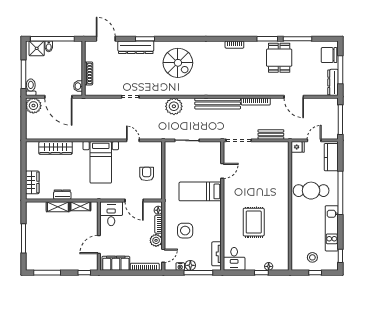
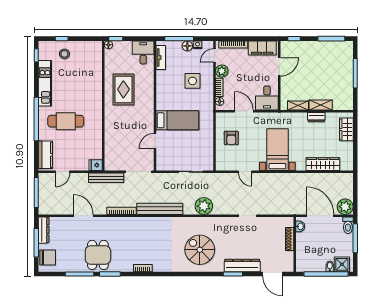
bench: (271, 134) -> (106, 178), width x1.36
fridge: (298, 147) -> (96, 165), moved
wall: (290, 206) -> (103, 106), moved

